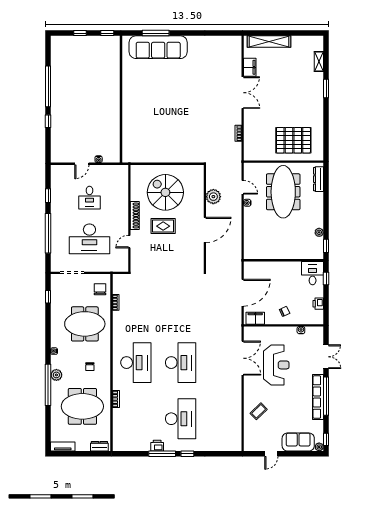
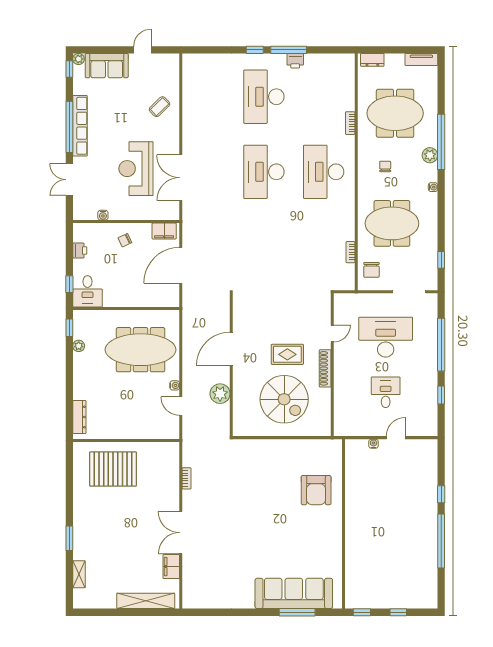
armchair: (142, 124) -> (316, 490), added
meeting table: (283, 192) -> (141, 350), moved, turned 90

